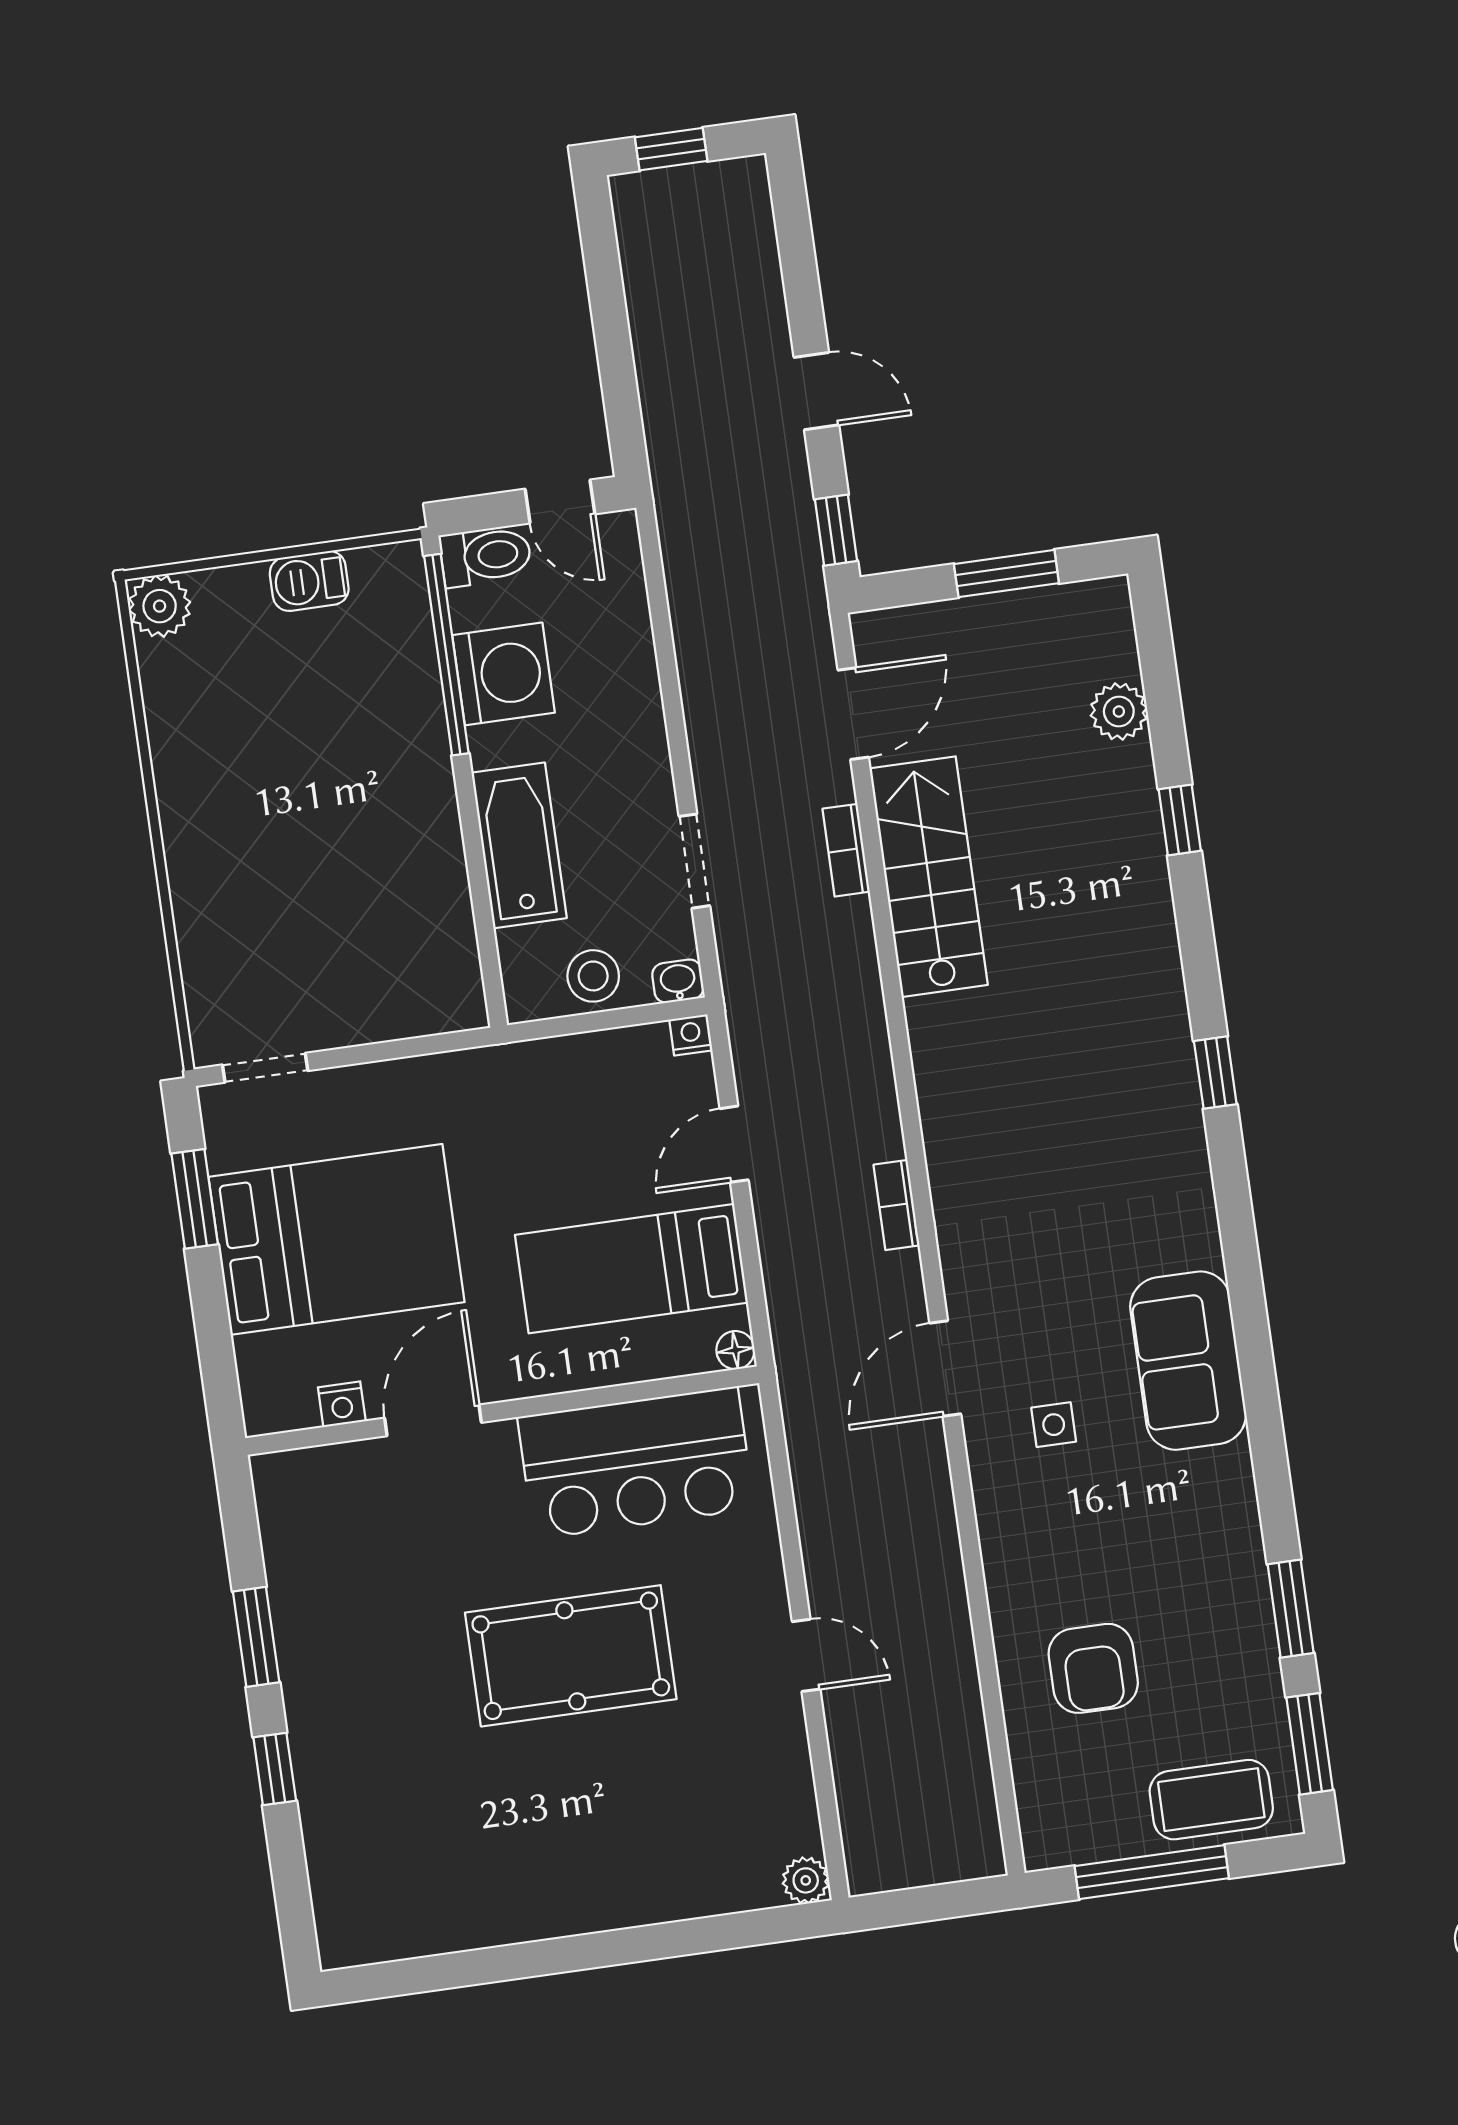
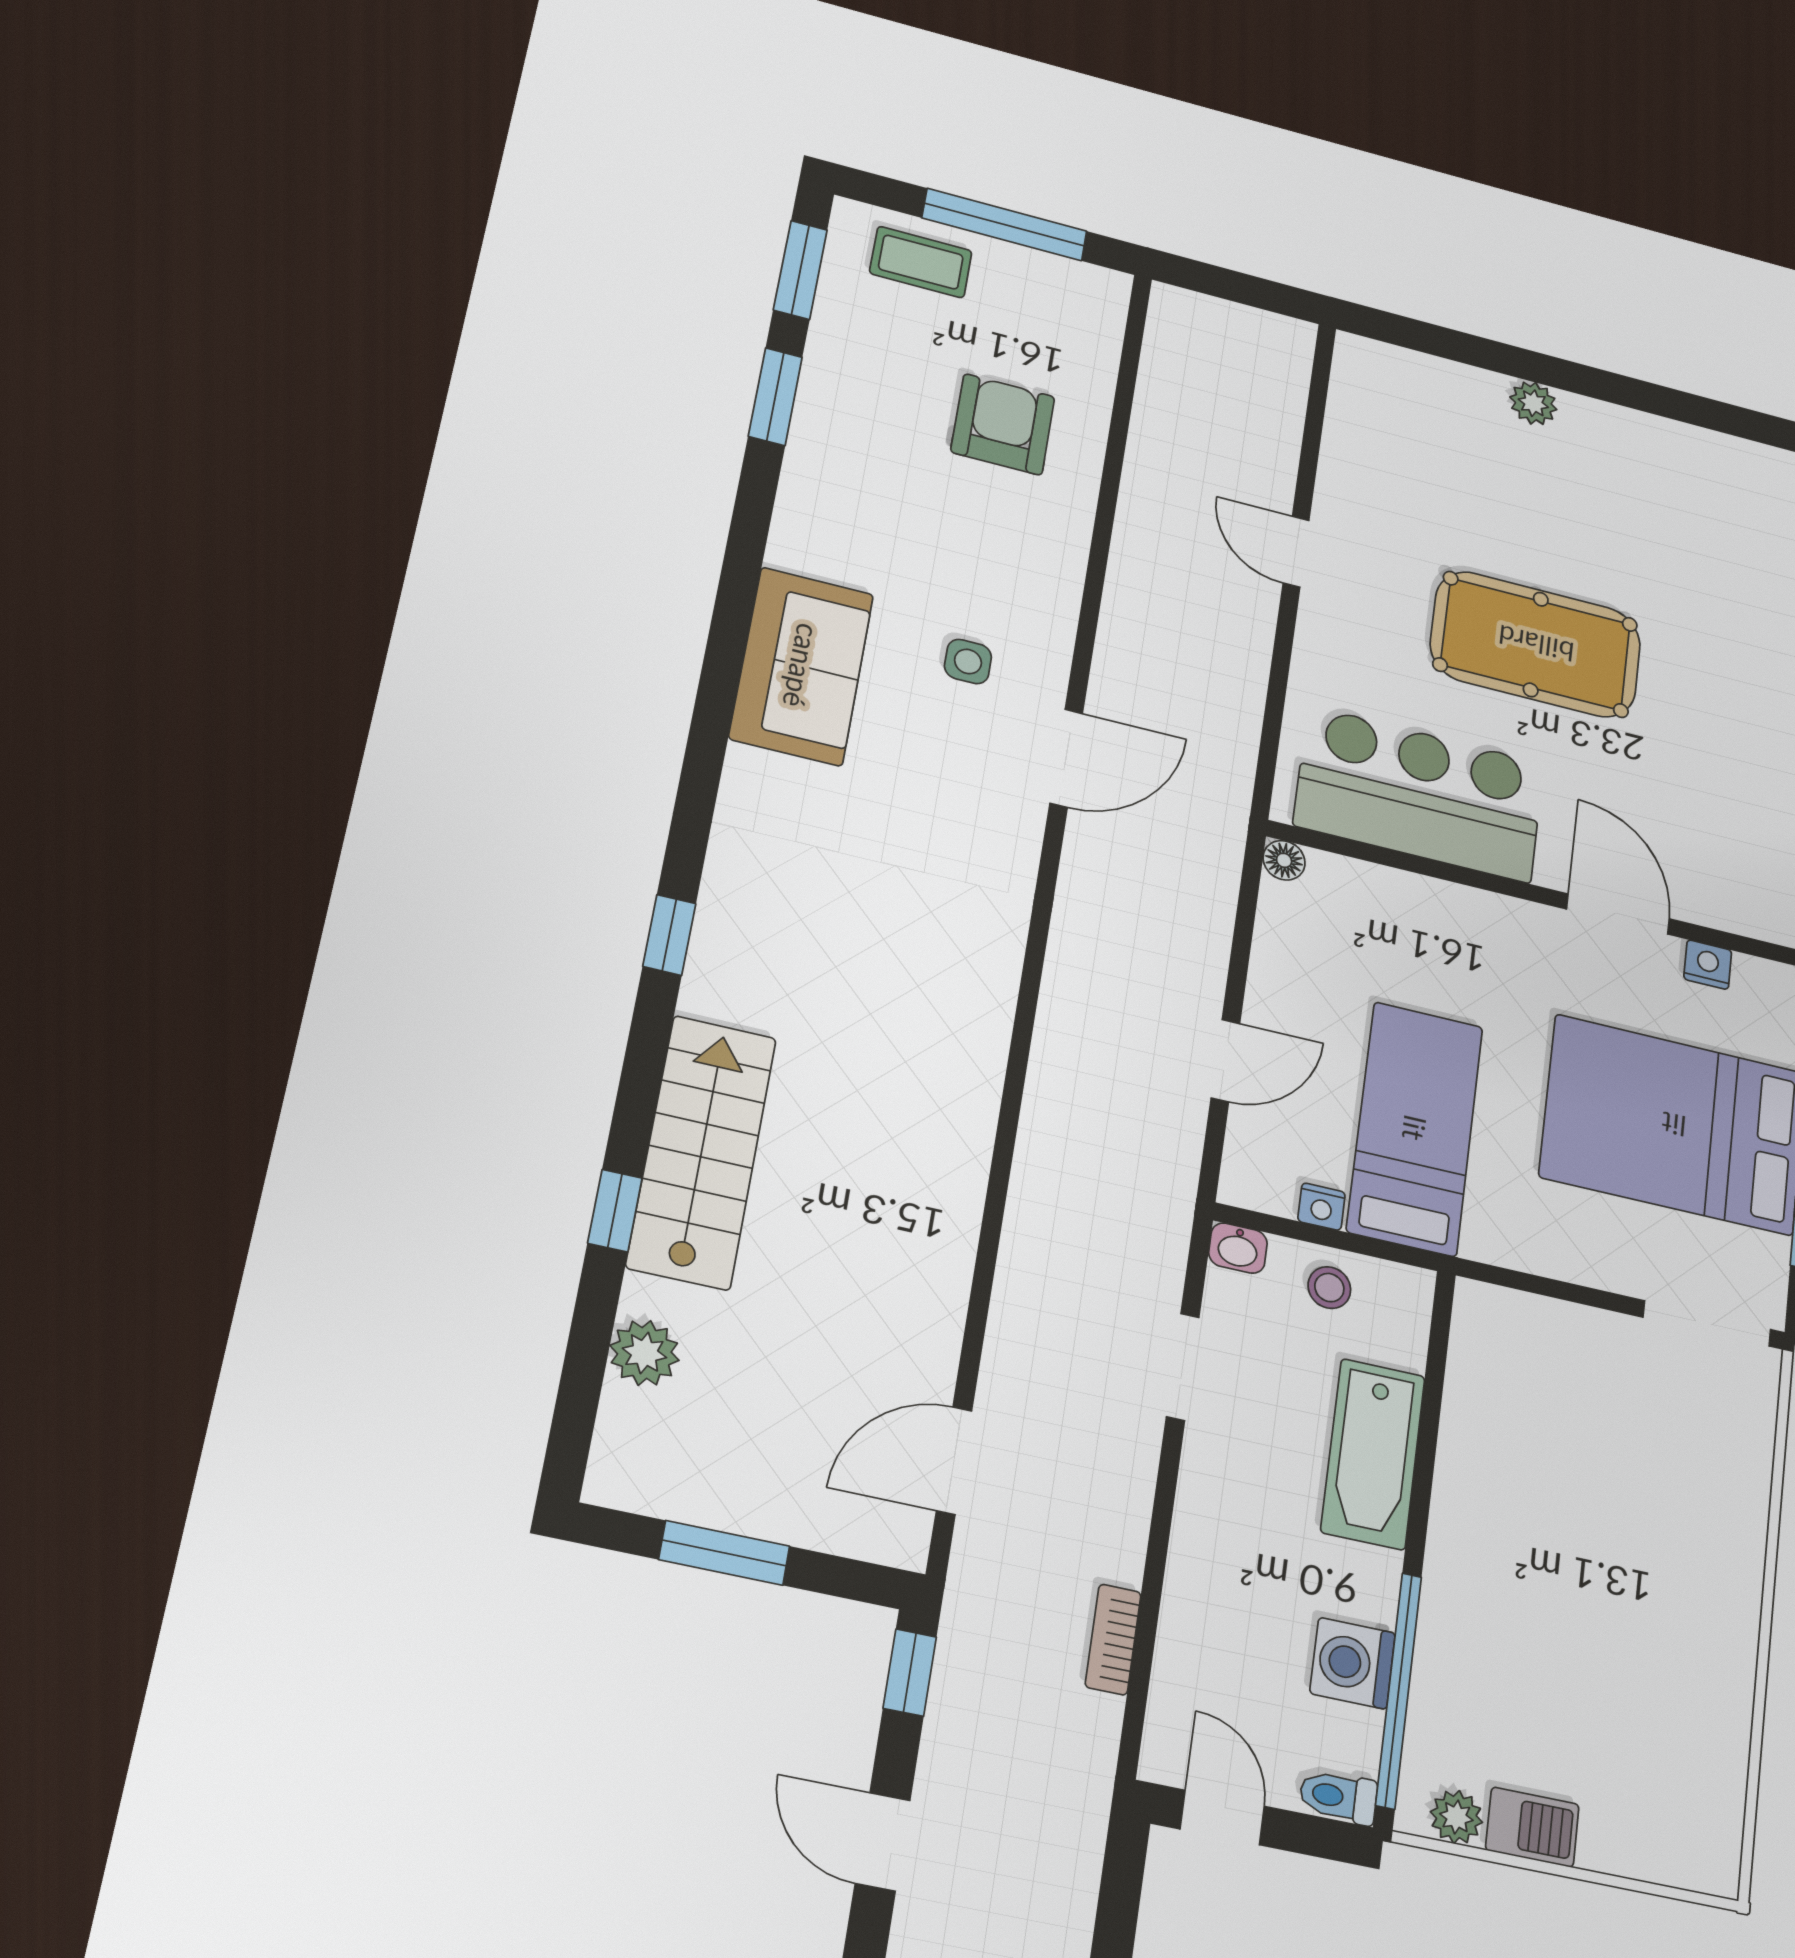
toilet: (486, 556) -> (1338, 1797), width x0.73, depth x0.72
plant: (160, 606) -> (1456, 1817), moved, width x0.73, depth x0.73
washing machine: (504, 674) -> (1353, 1663), width x0.73, depth x0.73
bookcase: (846, 850) -> (1113, 1639), moved, turned 180
stairs: (929, 877) -> (702, 1152), moved, turned 180
stool: (593, 976) -> (1329, 1288), width x0.73, depth x0.73
nightstand: (691, 1035) -> (1321, 1207), moved
doorway: (265, 1068) -> (1707, 1323), width x1.38
bookcase: (897, 1205) -> (1068, 935), removed
bed: (631, 1269) -> (1415, 1128), moved, turned -90
door: (433, 1420) -> (1618, 914), swing flipped
coffee table: (1211, 1800) -> (921, 262), width x0.73, depth x0.77
plant: (806, 1880) -> (1533, 403), moved

